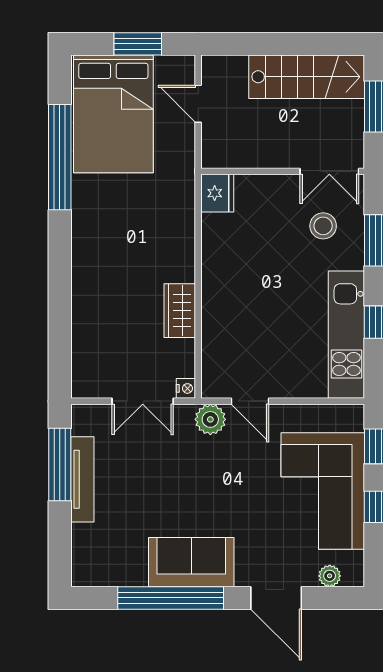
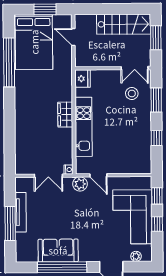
wardrobe: (180, 311) -> (65, 115), moved
kitchen unit: (346, 335) -> (84, 127), moved, turned 180
window: (60, 465) -> (10, 223), moved
sofa: (191, 562) -> (58, 250), moved

